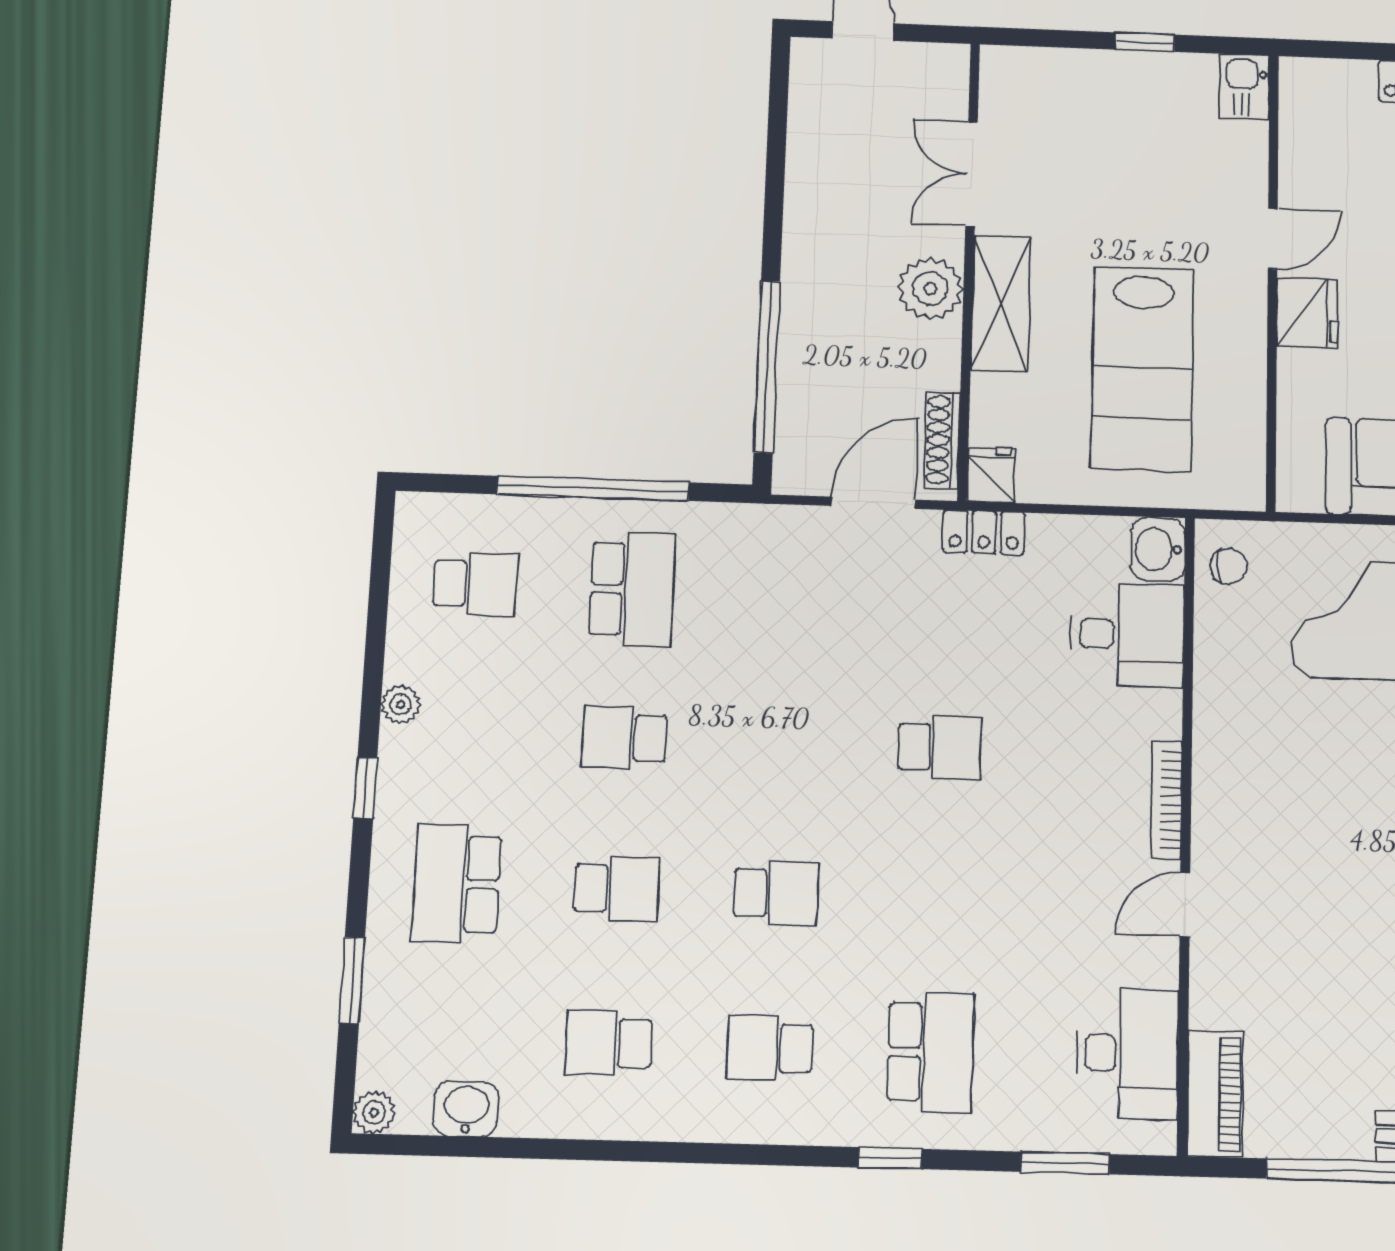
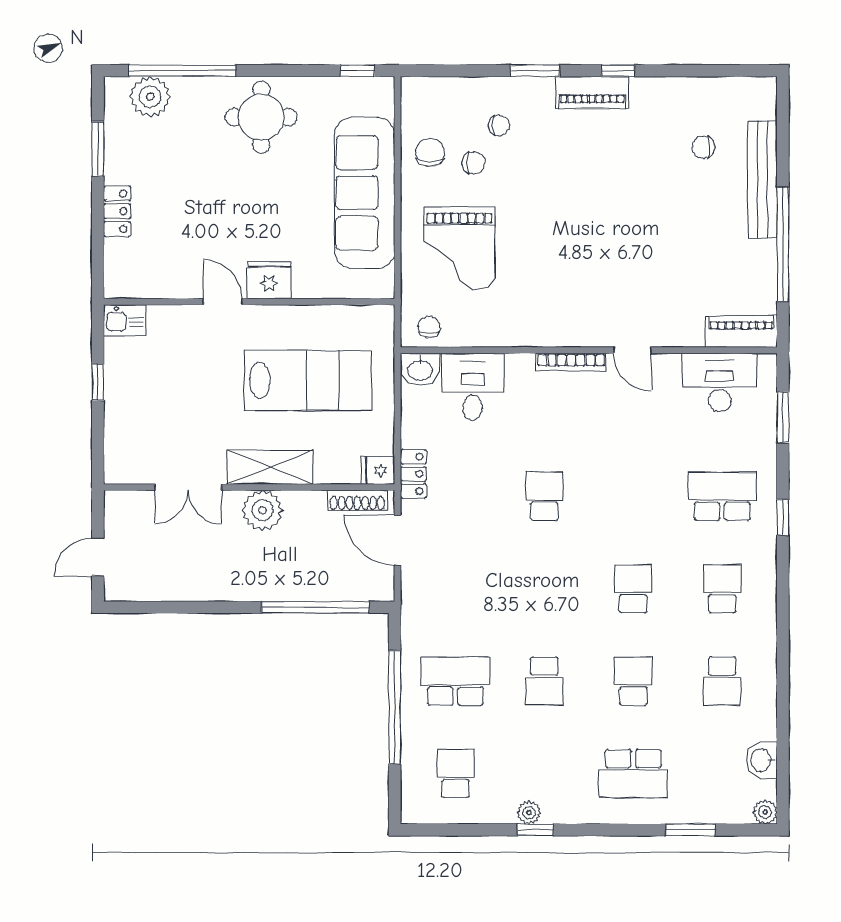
window: (365, 788) -> (535, 830), moved
school desk: (770, 1048) -> (722, 589), turned 180

